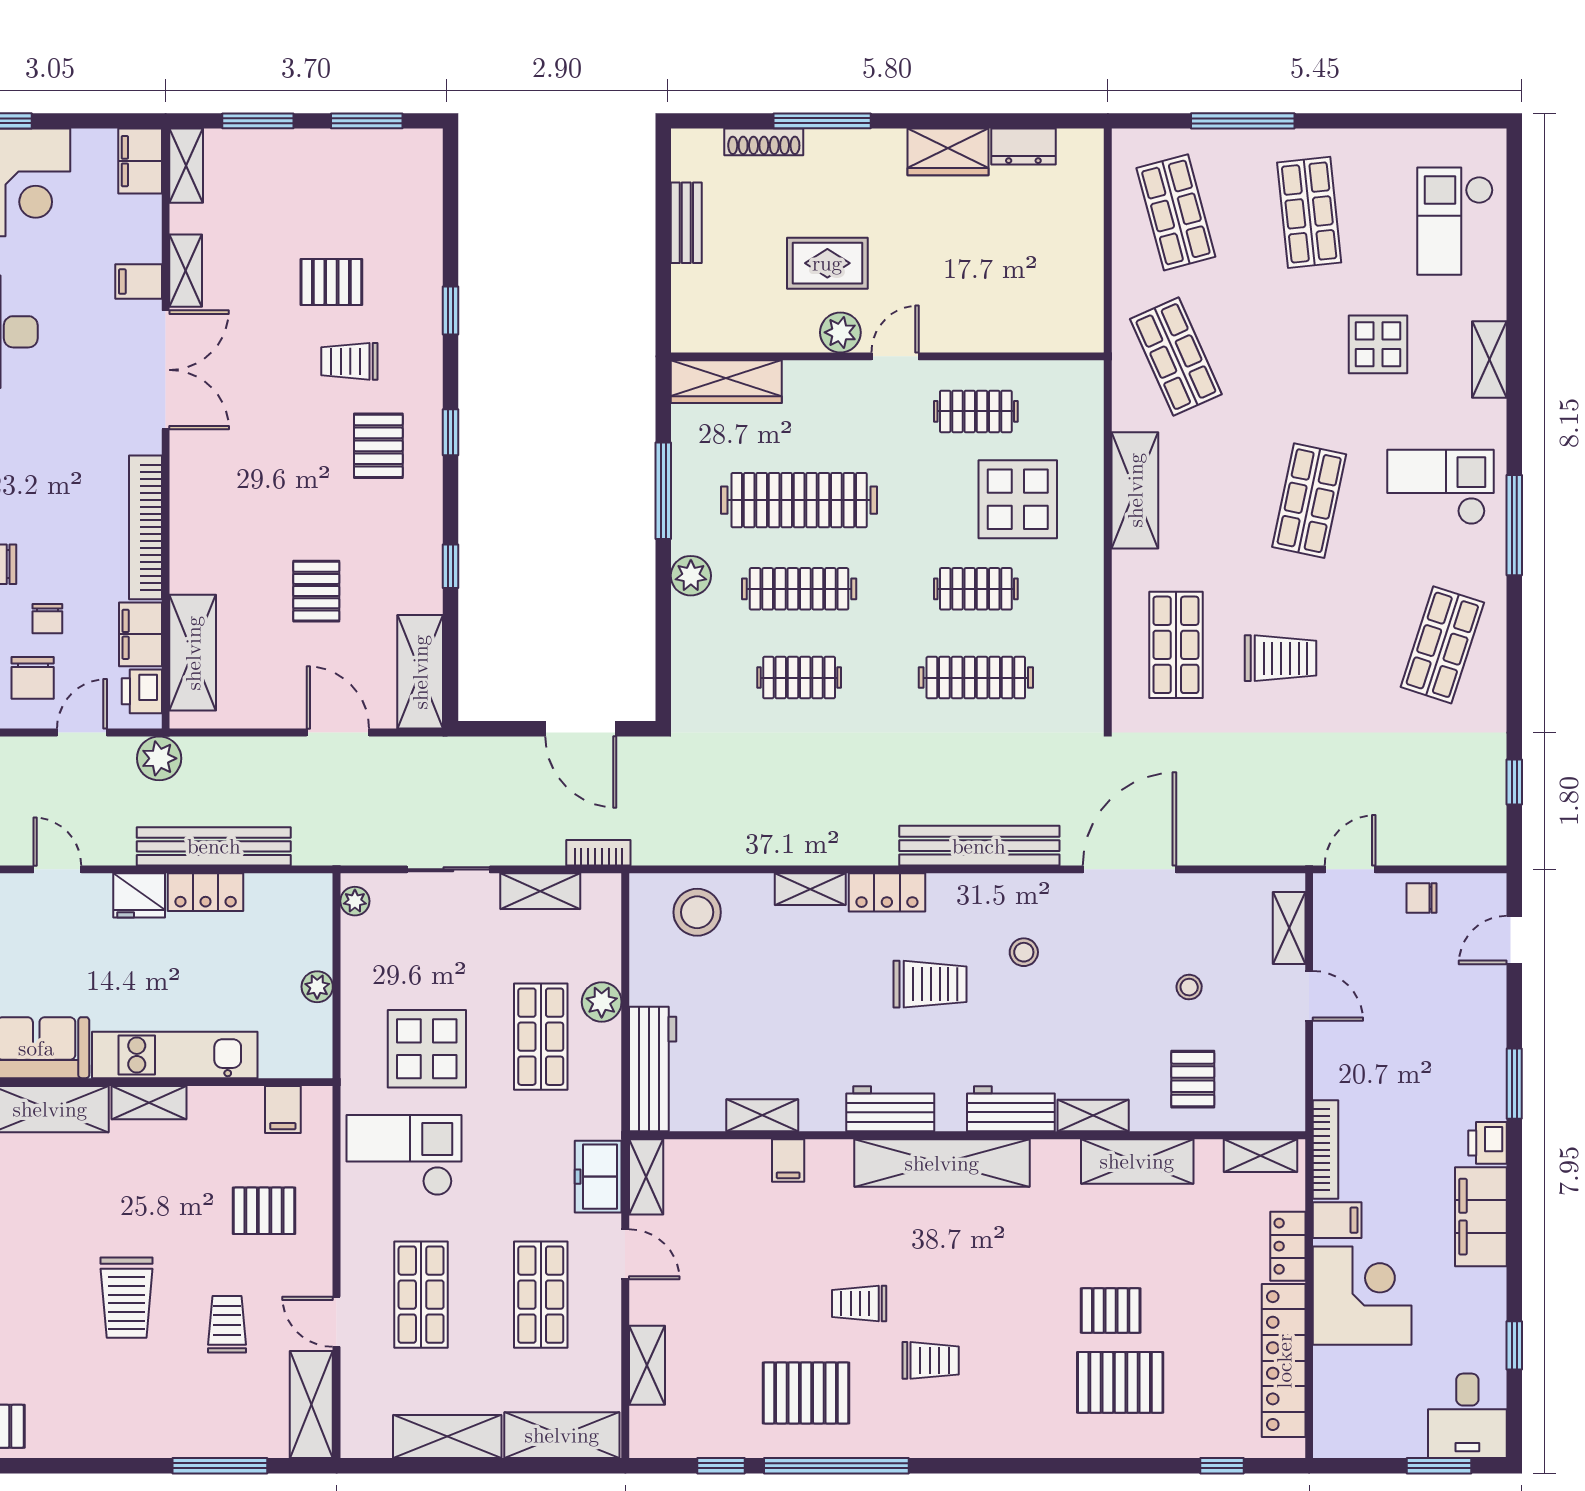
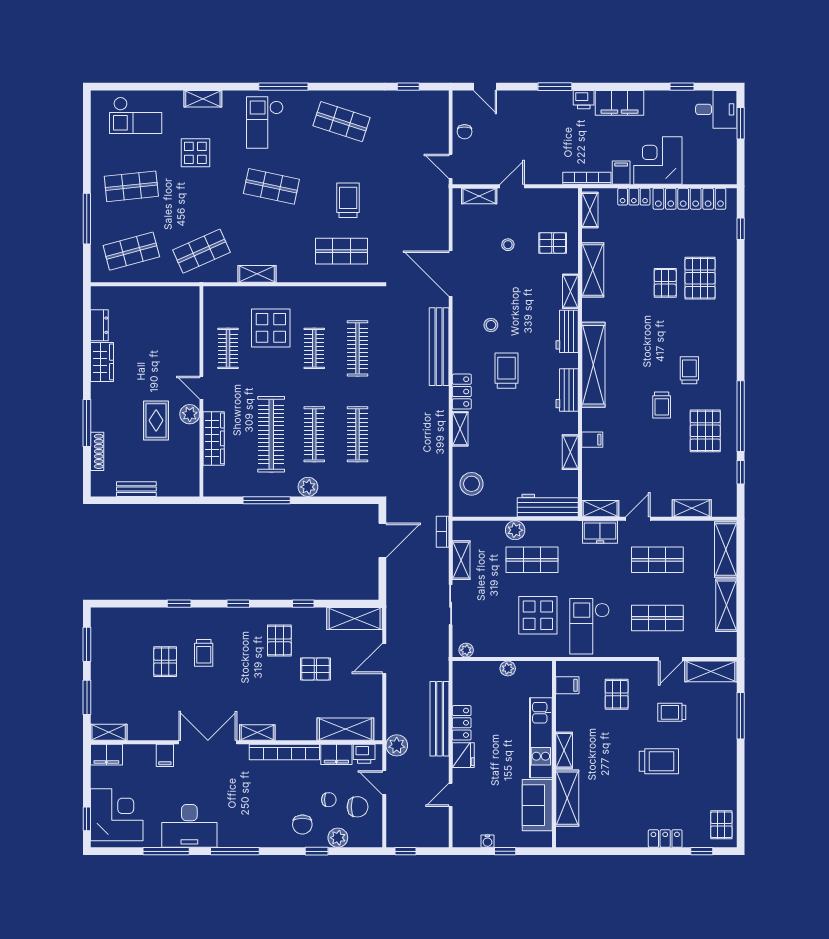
shelving: (186, 271) -> (257, 732), moved
wardrobe: (726, 382) -> (214, 438), moved
pallet: (378, 446) -> (279, 640), moved, turned 90
shelving: (1135, 490) -> (257, 274), width x0.67, depth x0.75
clothes rail: (799, 678) -> (357, 434), width x1.36

